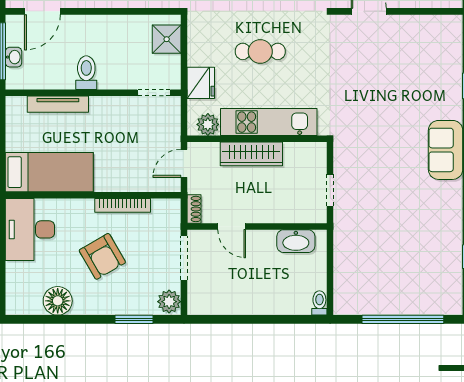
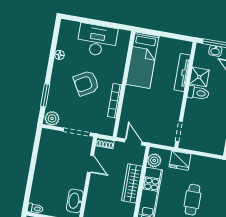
shower: (167, 39) -> (199, 77), moved
door: (232, 226) -> (90, 164), swing flipped
desk: (30, 229) -> (97, 40), moved
floor lamp: (58, 301) -> (59, 55), width x0.53, depth x0.53

